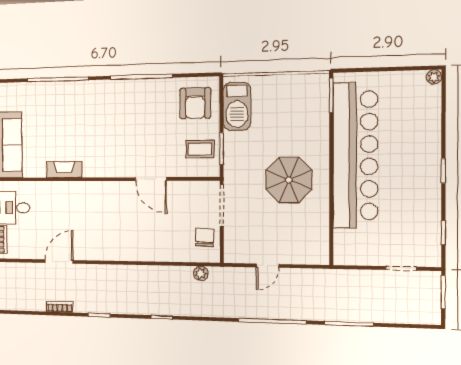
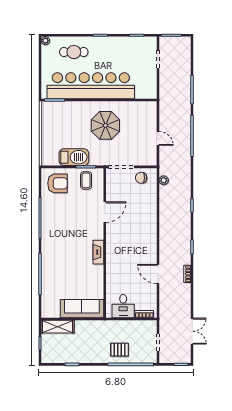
barbecue: (237, 106) -> (74, 157), moved
cafe table: (414, 126) -> (74, 52), added
fireplace: (64, 170) -> (98, 252), moved

